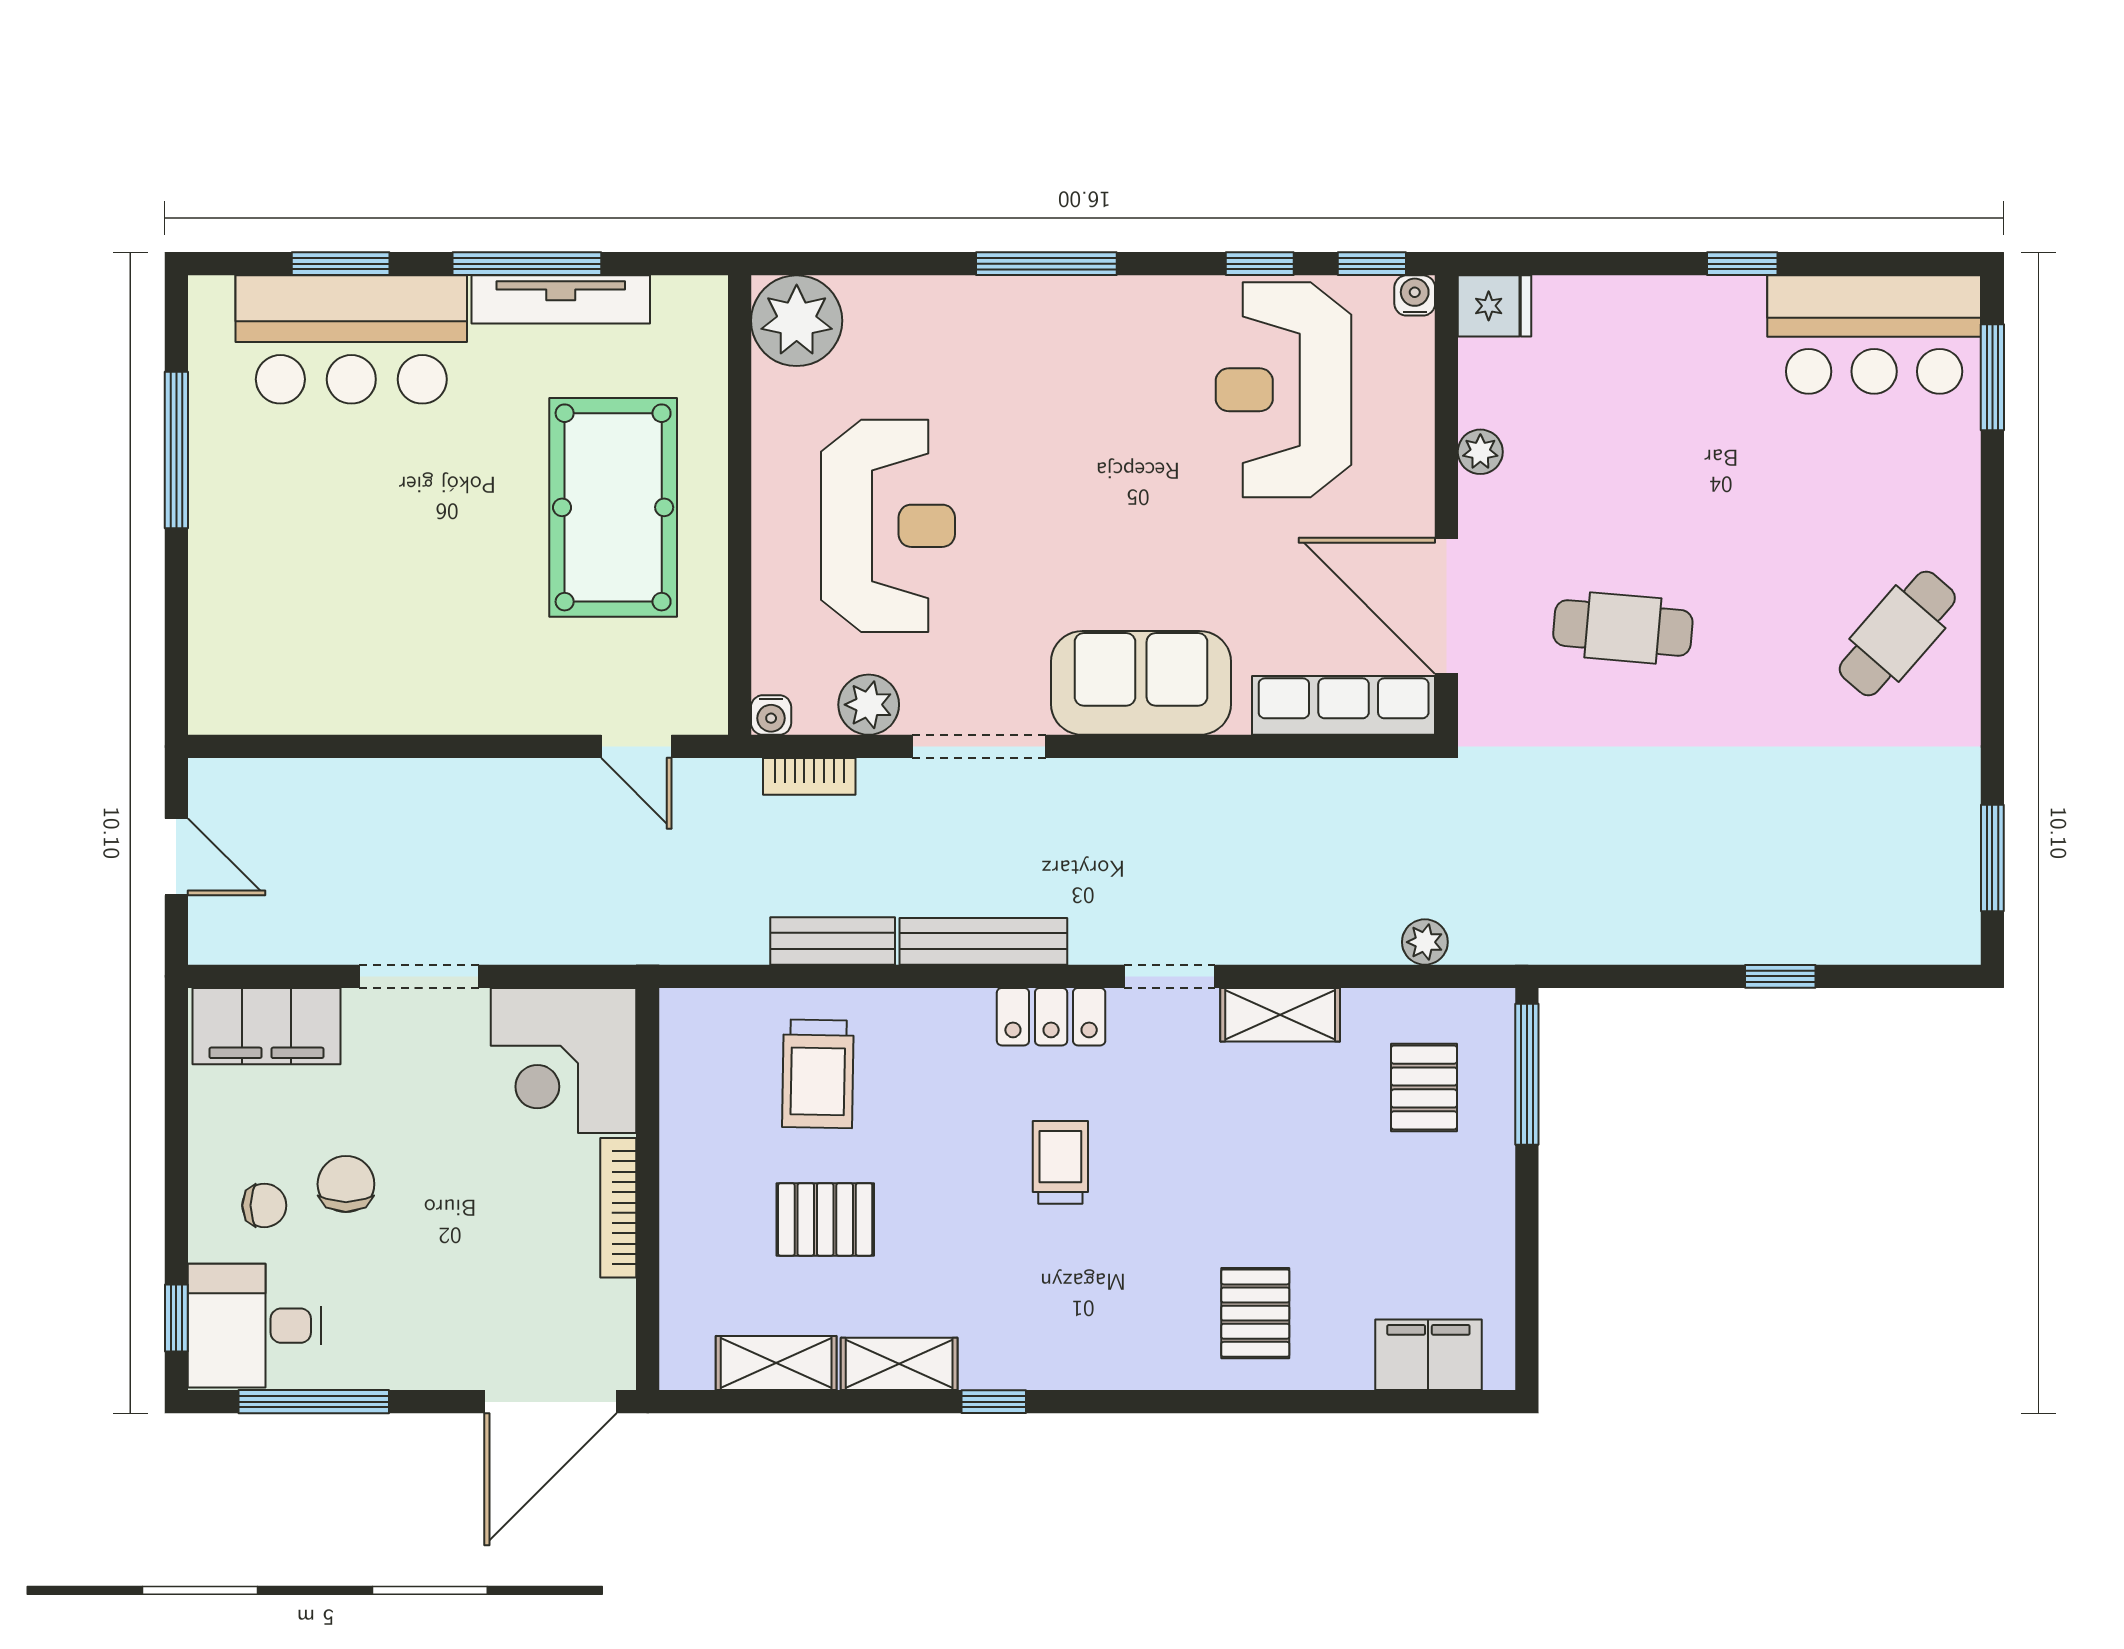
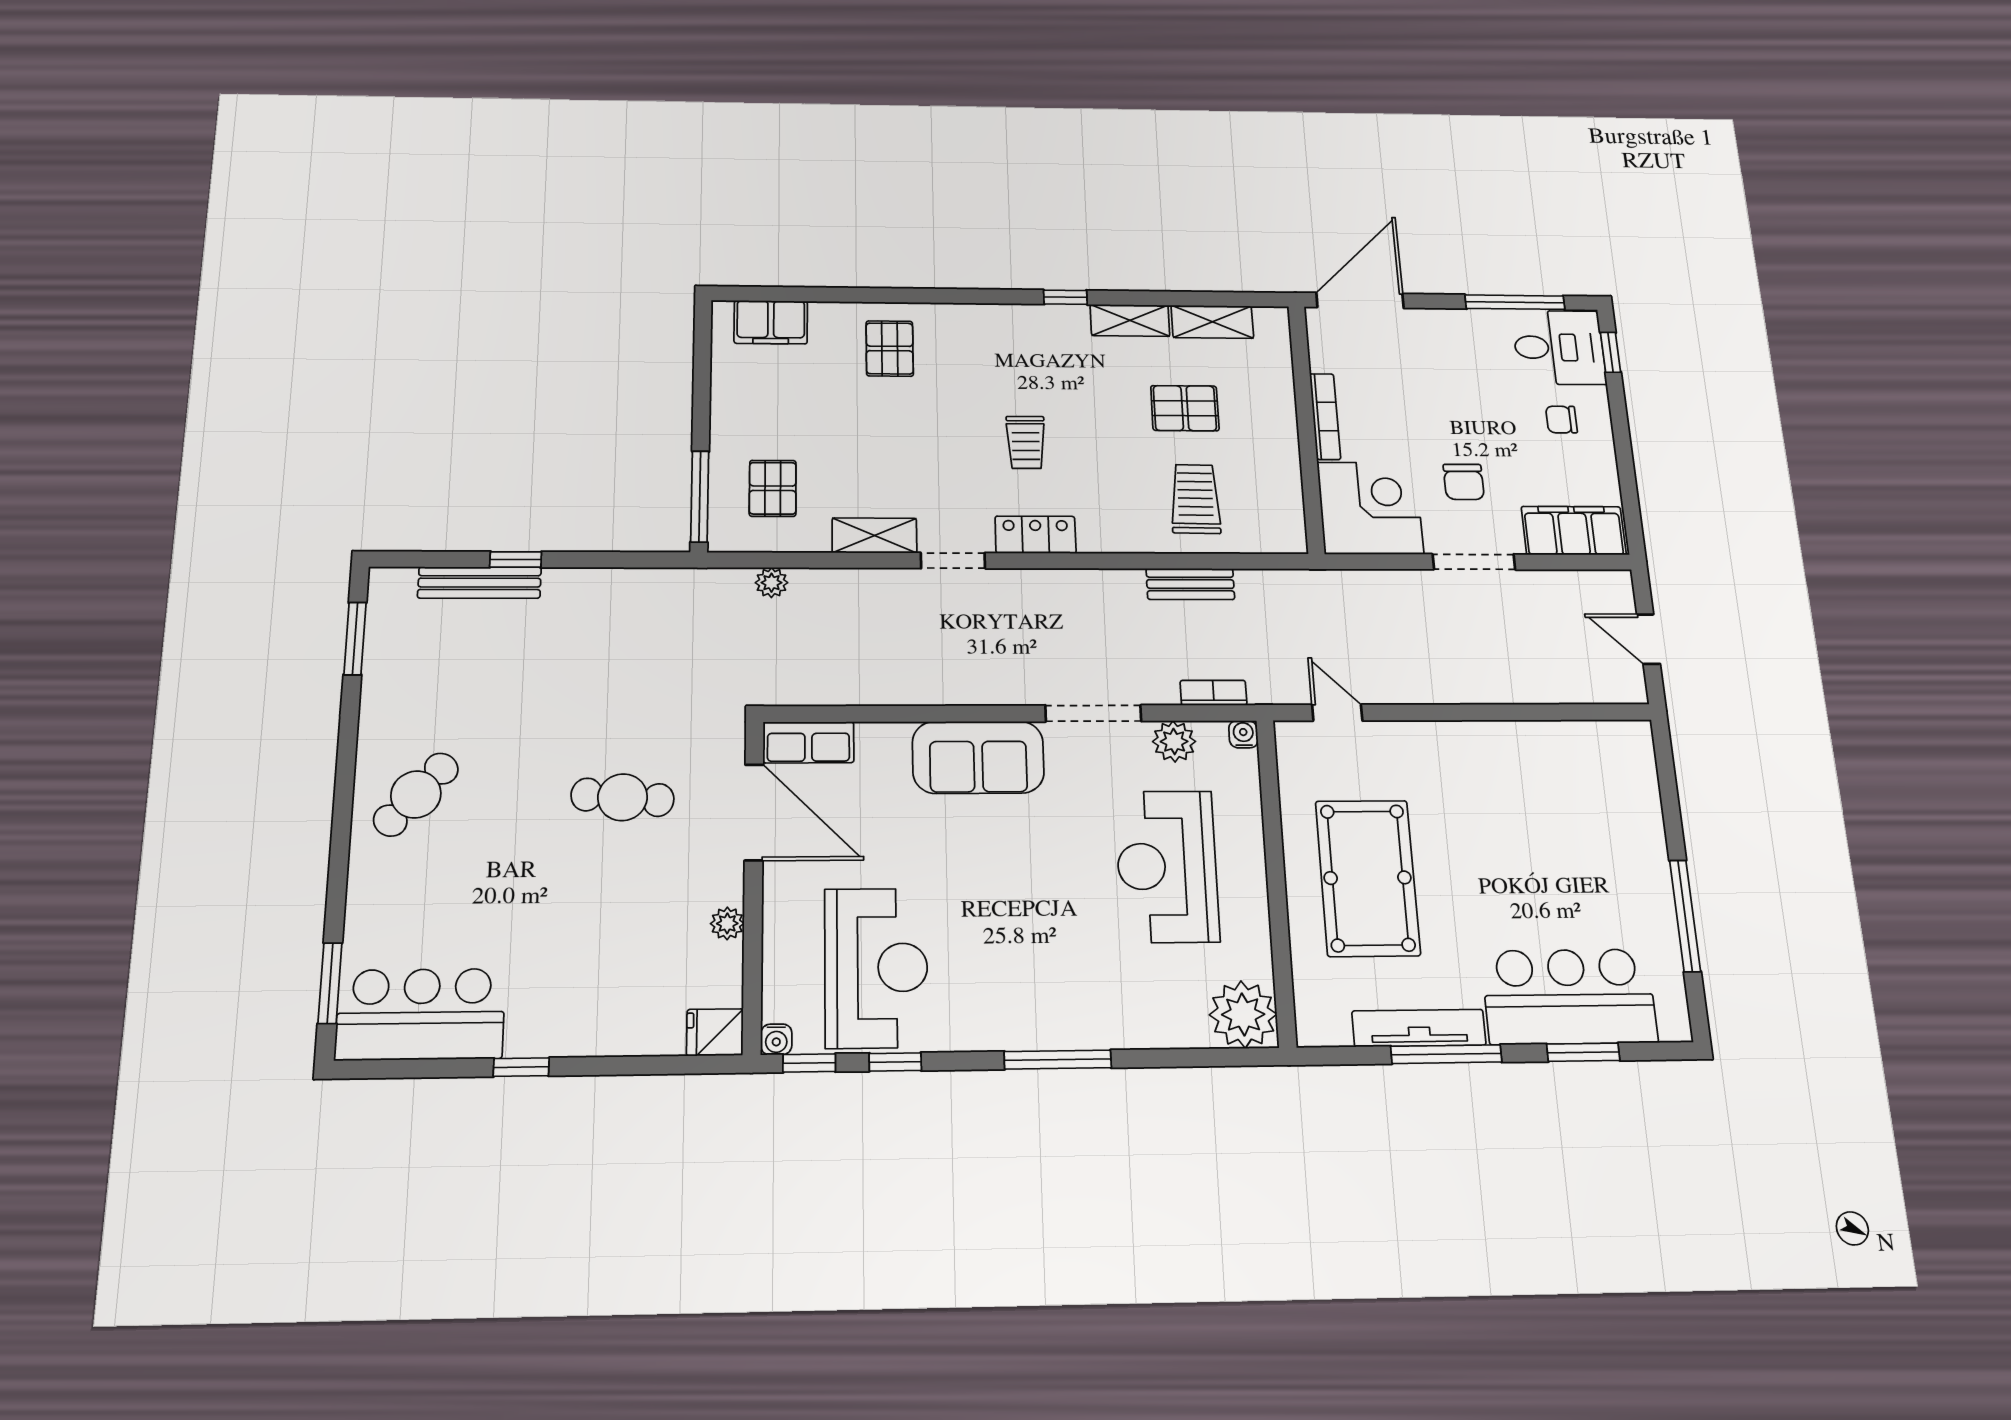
row of seats: (1344, 705) -> (808, 742), width x0.68
bench: (983, 941) -> (479, 583), moved
chair: (346, 1184) -> (1464, 482), moved

